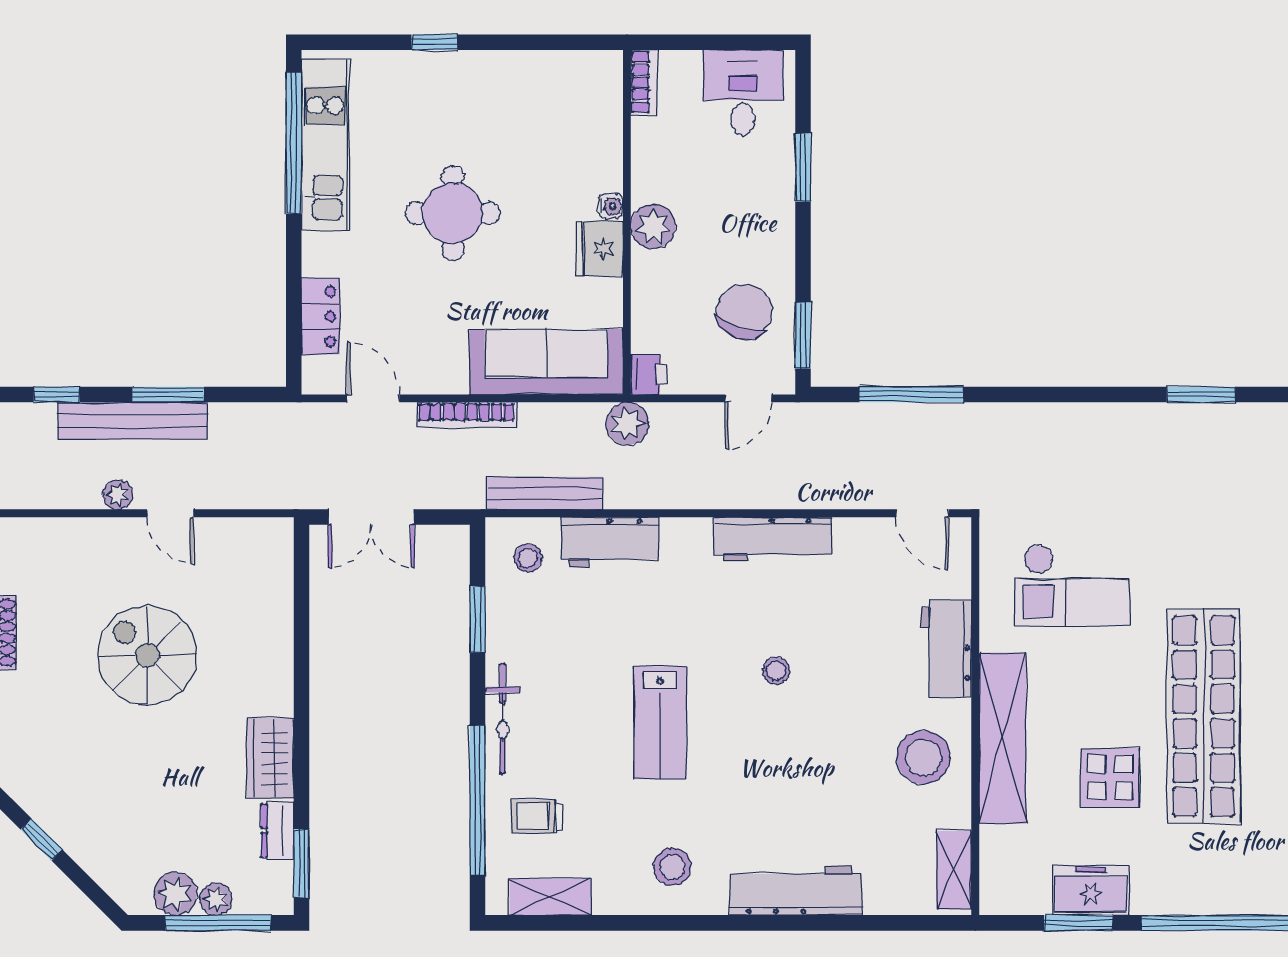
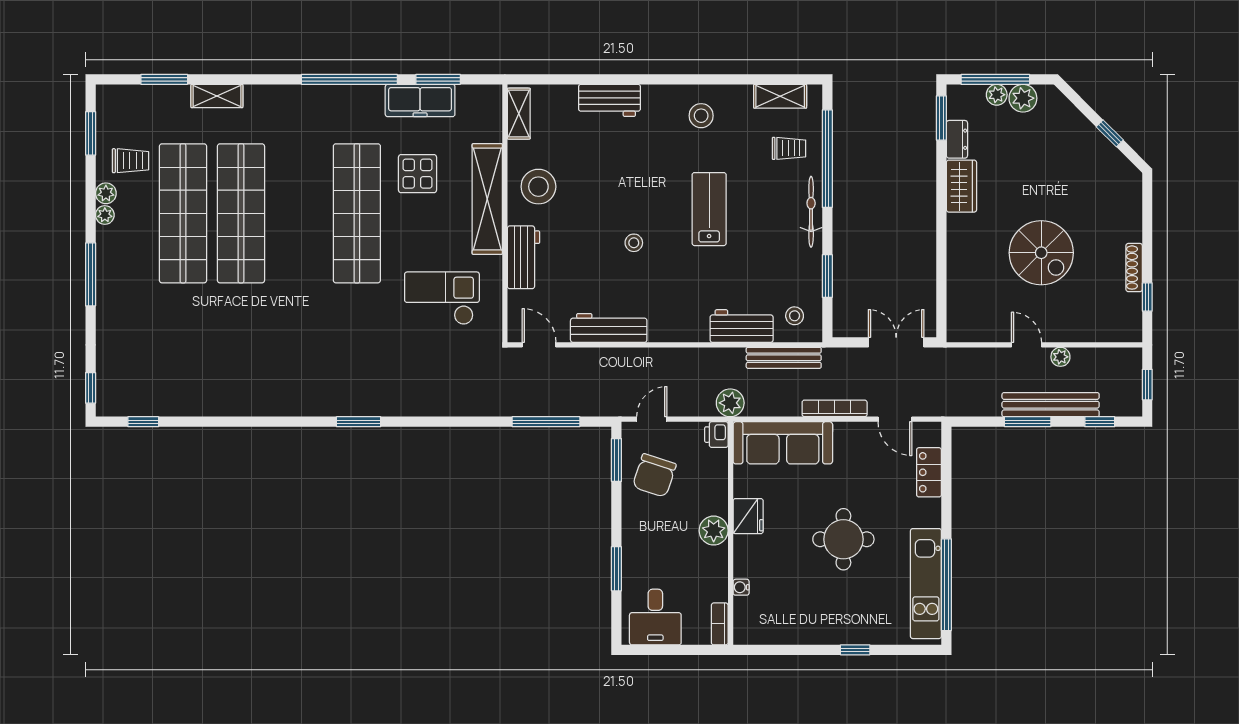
water cooler: (611, 206) -> (741, 587), moved
workbench: (773, 539) -> (609, 328), moved
freezer: (1091, 890) -> (420, 101), width x1.40
workbench: (796, 891) -> (609, 100), width x0.73

